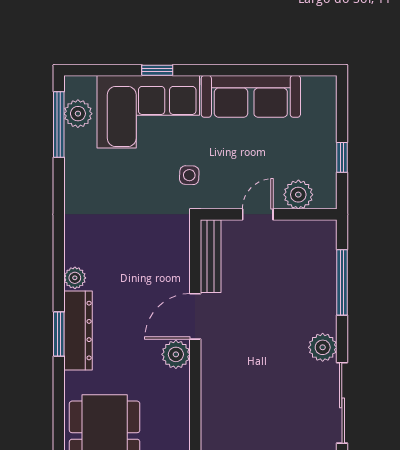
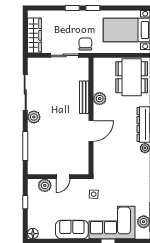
floor lamp: (325, 87) -> (33, 234), added
sofa: (251, 96) -> (72, 229), width x0.73
bench: (211, 256) -> (84, 97), moved
plant: (176, 354) -> (100, 99), moved

